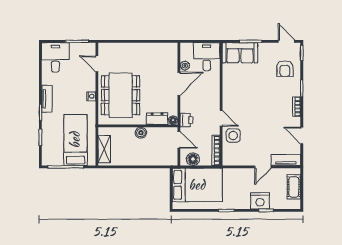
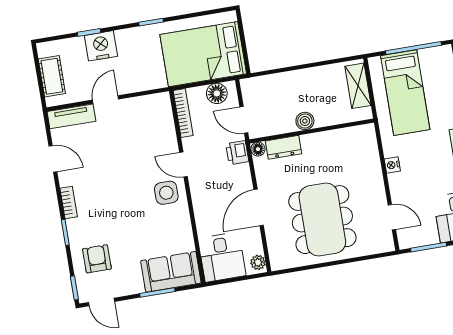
plant: (185, 66) -> (258, 262), moved
dining table: (121, 95) -> (322, 220), moved
side table: (233, 135) -> (166, 193), moved

